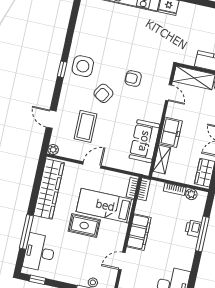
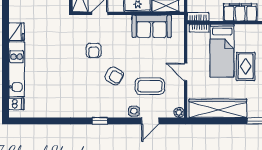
side table: (83, 66) -> (134, 111), moved, width x0.54, depth x0.54

